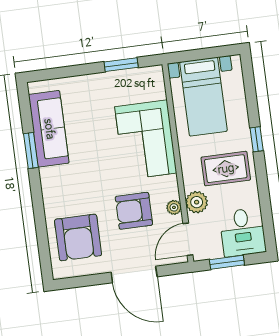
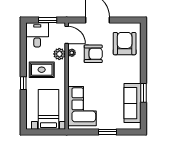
window: (121, 65) -> (108, 132), moved
corner sofa: (146, 140) -> (82, 106), moved
door: (188, 239) -> (67, 35), hinge flipped

